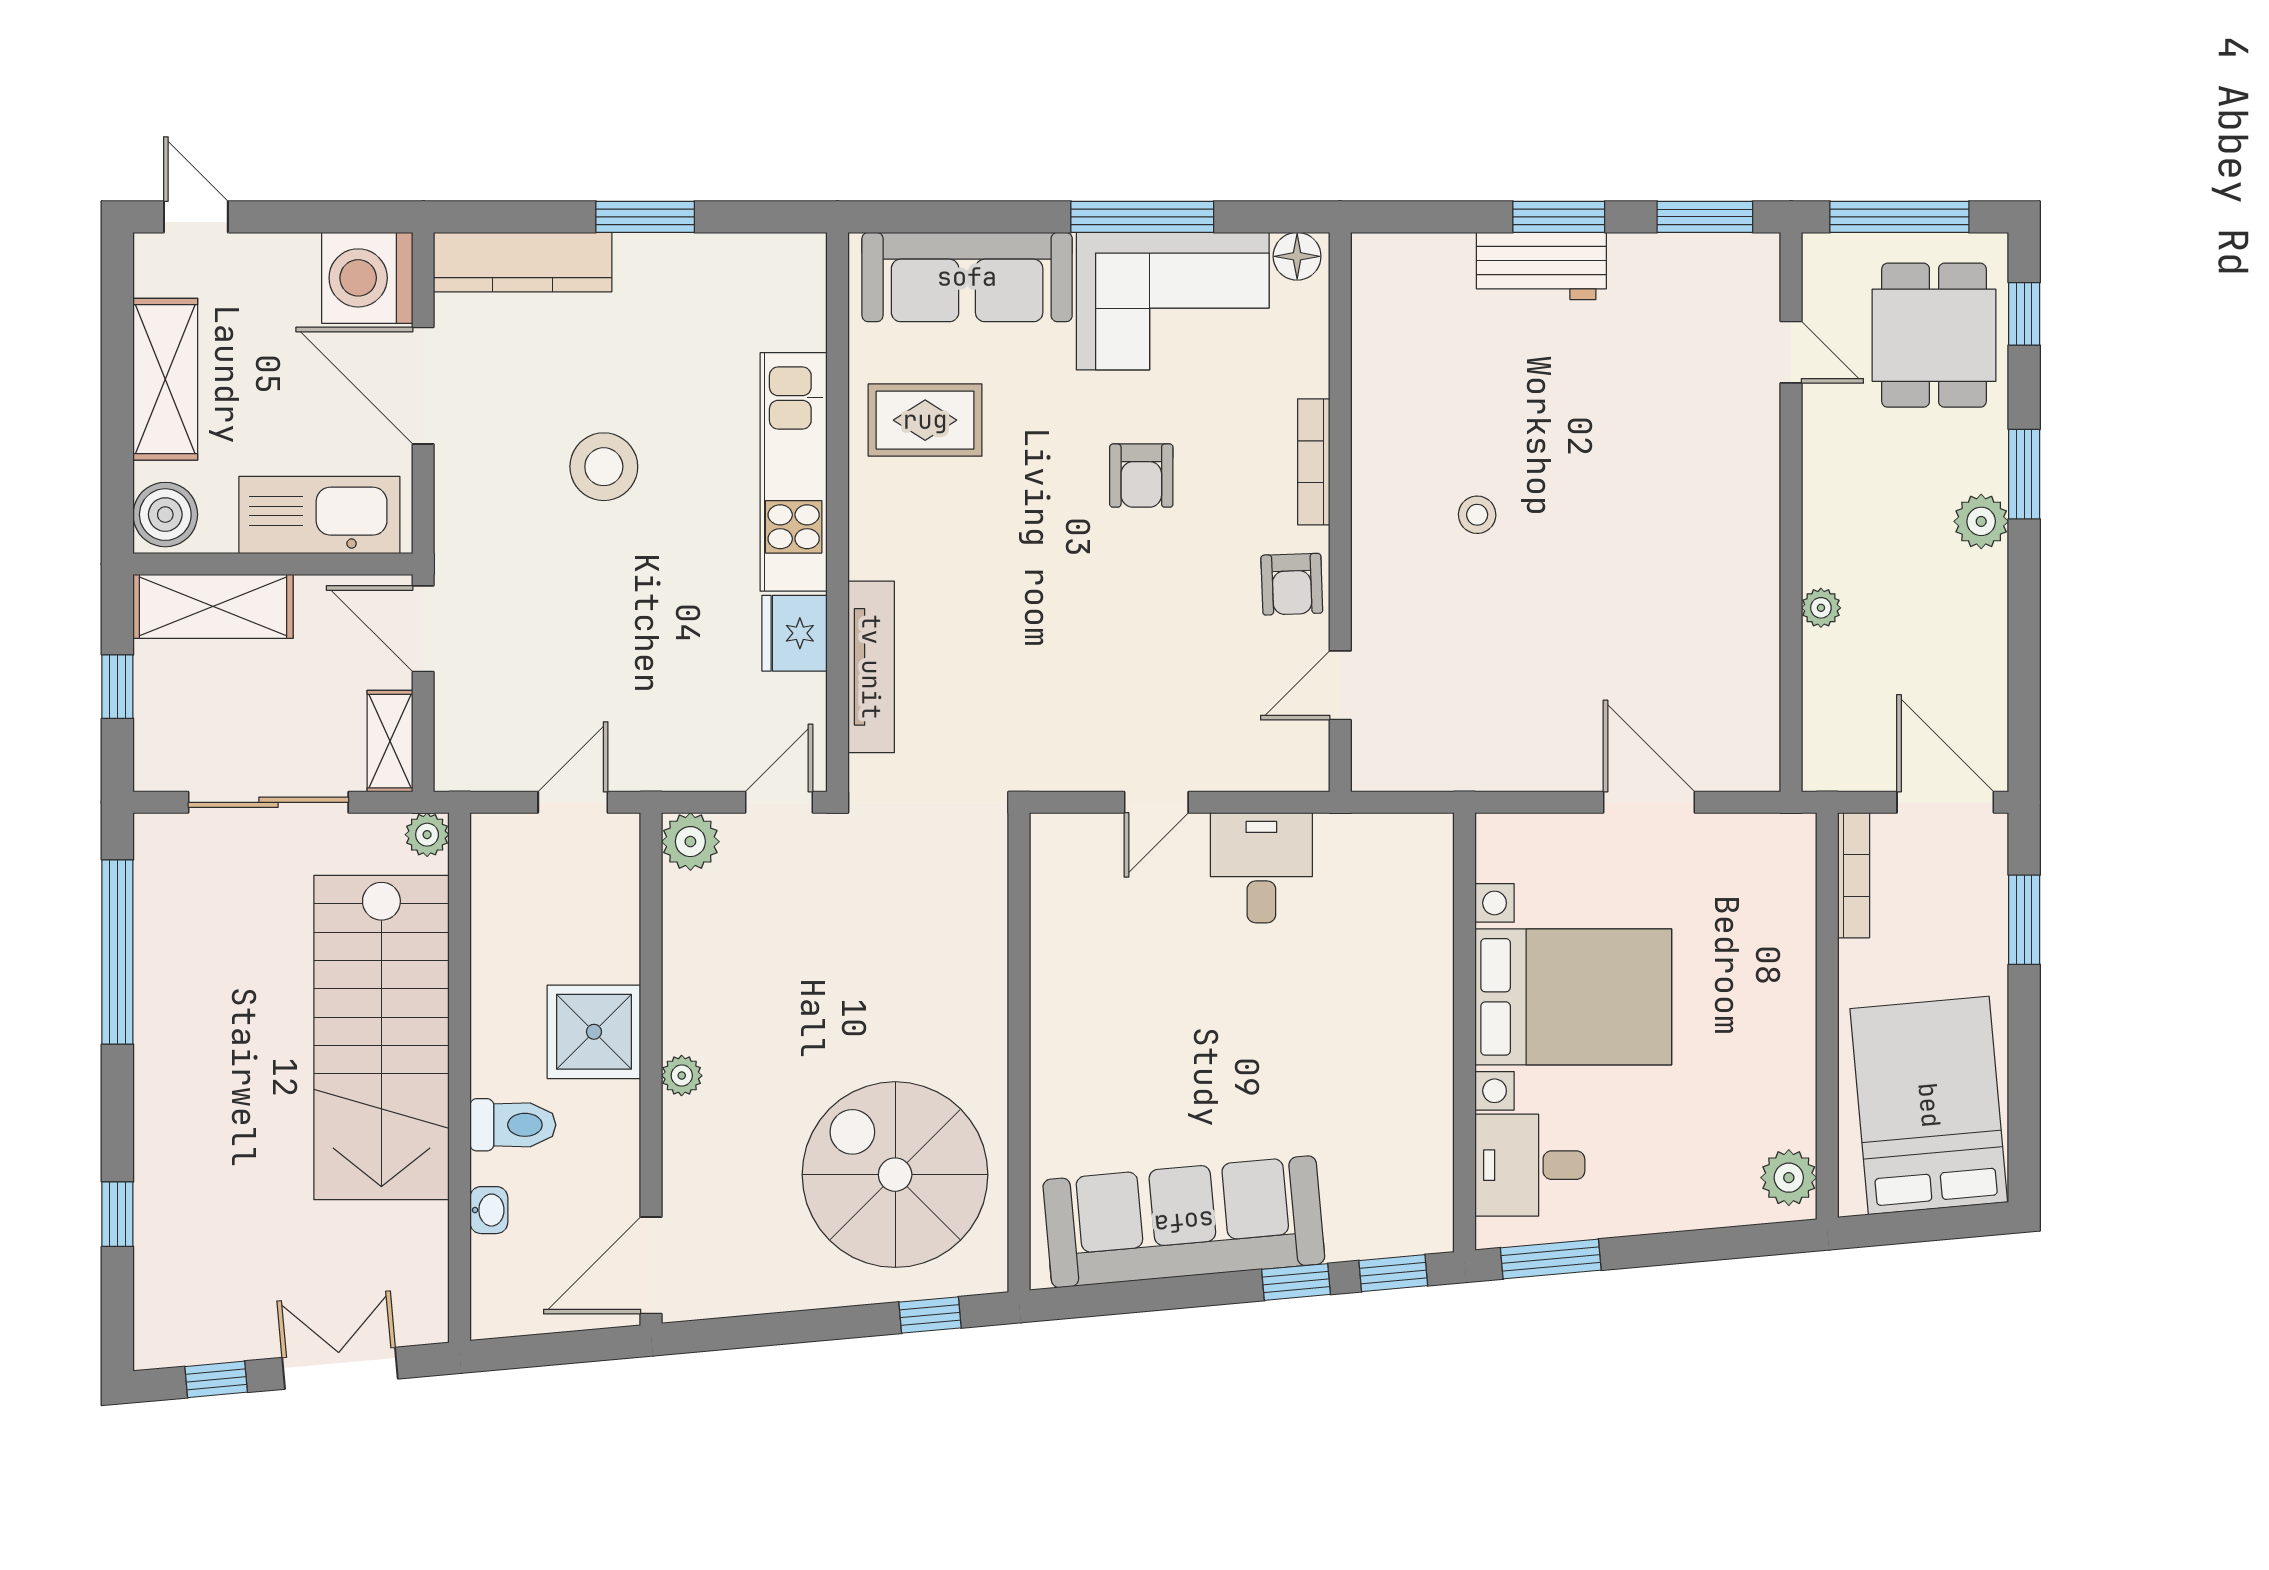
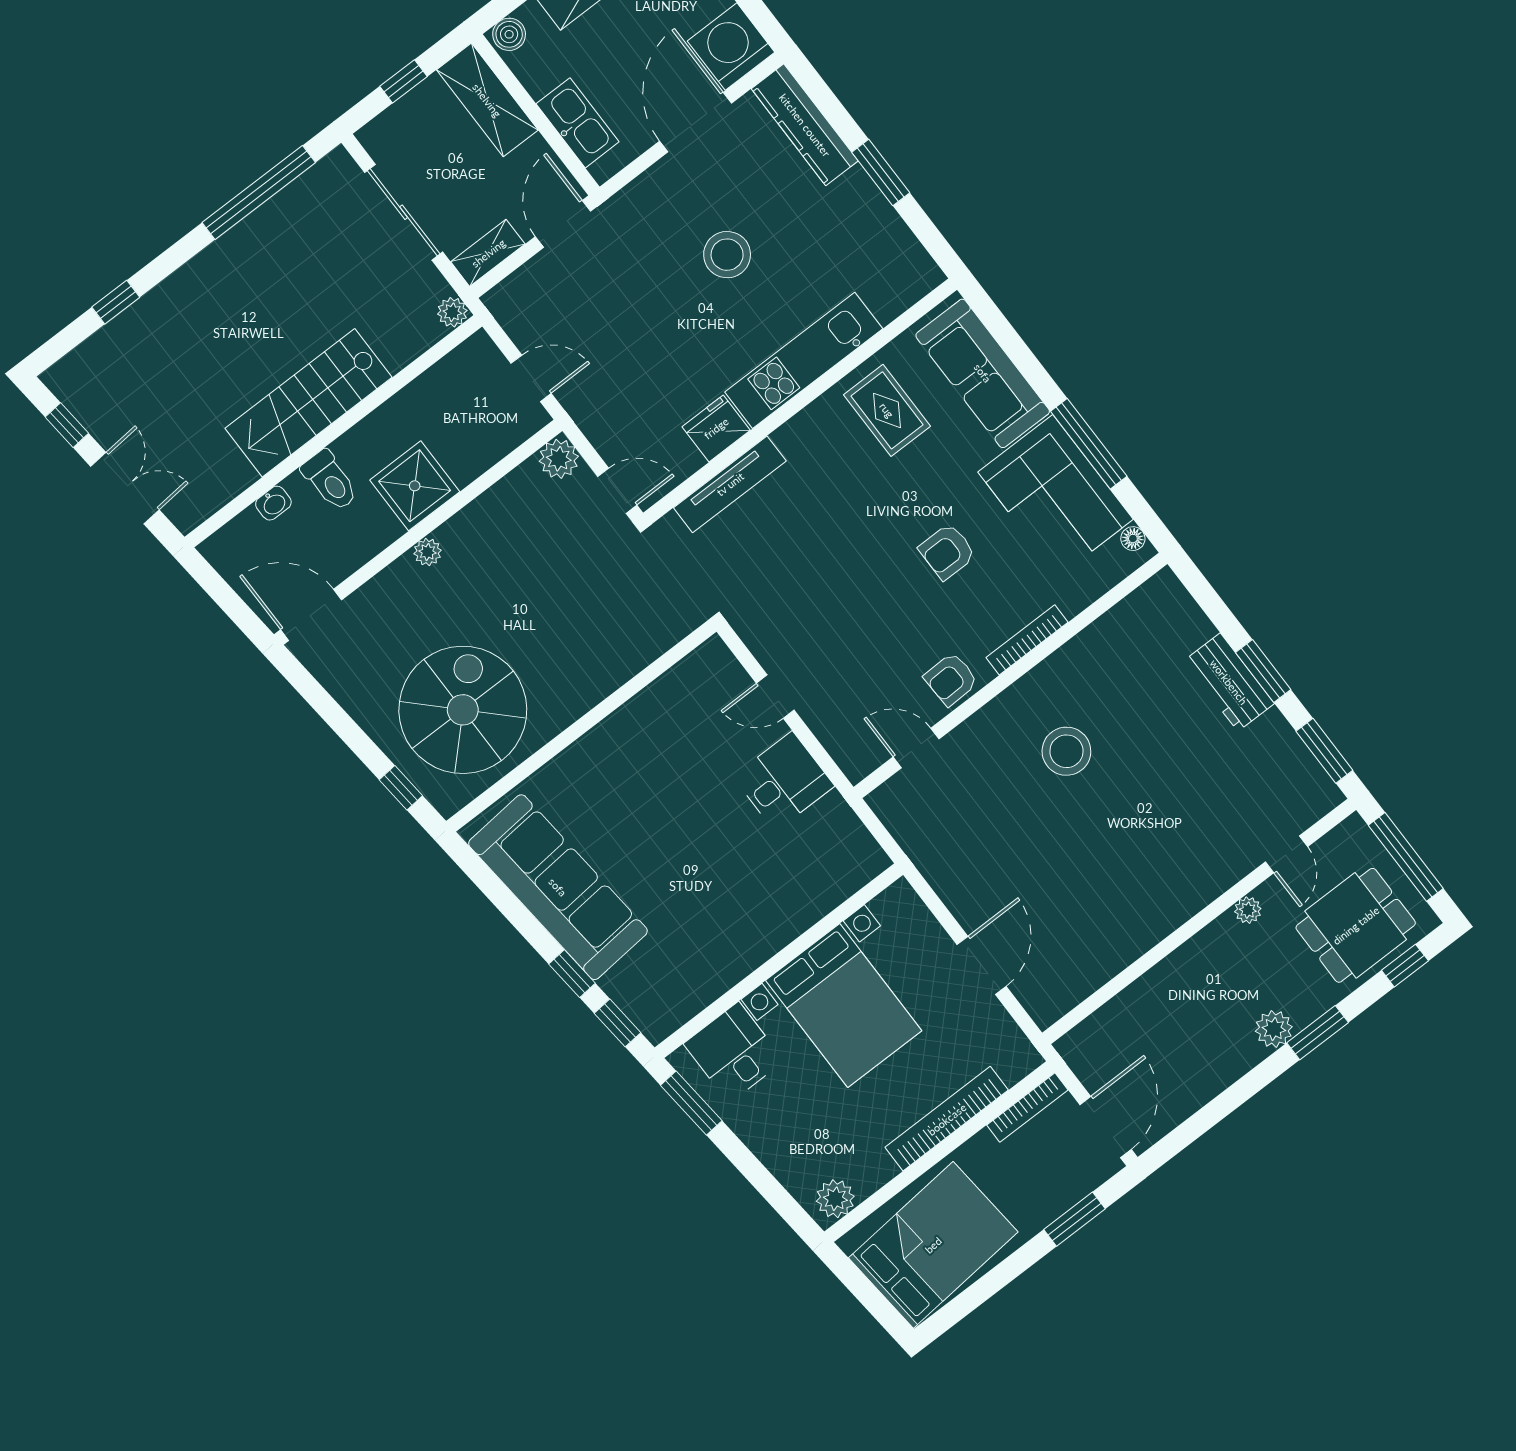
floor lamp: (1297, 256) -> (1133, 539), width x0.73, depth x0.73
boiler: (165, 515) -> (509, 34), width x0.73, depth x0.73
kitchen sink: (319, 515) -> (578, 123), width x0.73, depth x0.81
stool: (1477, 515) -> (1066, 751), width x1.89, depth x1.89
plant: (1821, 608) -> (1248, 910), moved
bookcase: (1795, 978) -> (947, 1119), added
stairs: (381, 1037) -> (308, 403), width x0.73, depth x0.66

